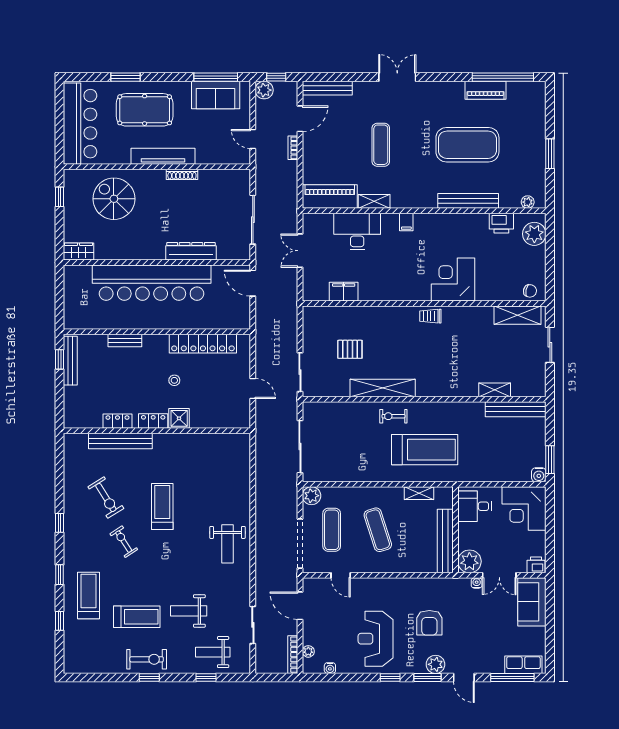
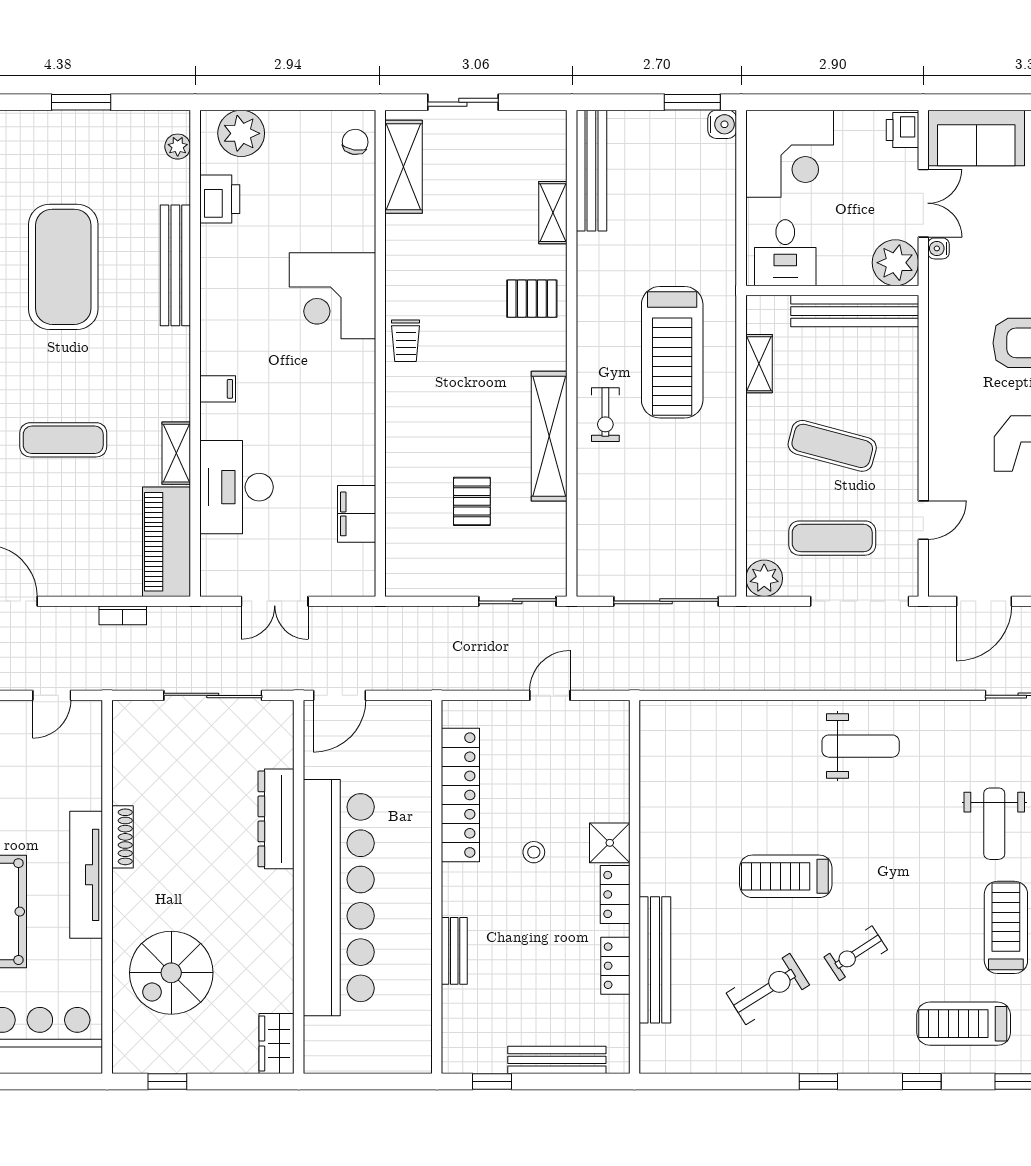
bookcase: (293, 148) -> (123, 615), moved
bench: (70, 361) -> (557, 1060), moved
pallet: (452, 379) -> (532, 299), added
treadmill: (425, 450) -> (672, 352), turned 180
exercise mat: (378, 530) -> (832, 446), turned 33

